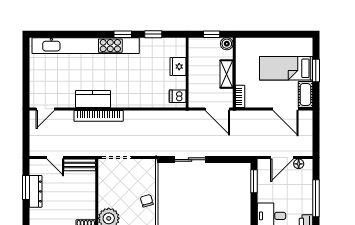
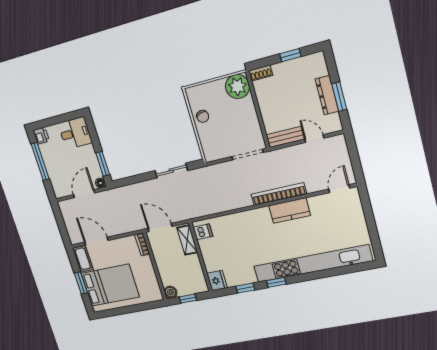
fridge: (178, 67) -> (217, 281), moved
bed: (286, 68) -> (110, 285), width x1.50
shelving: (227, 74) -> (187, 240), moved
floor lamp: (299, 164) -> (100, 183), moved

